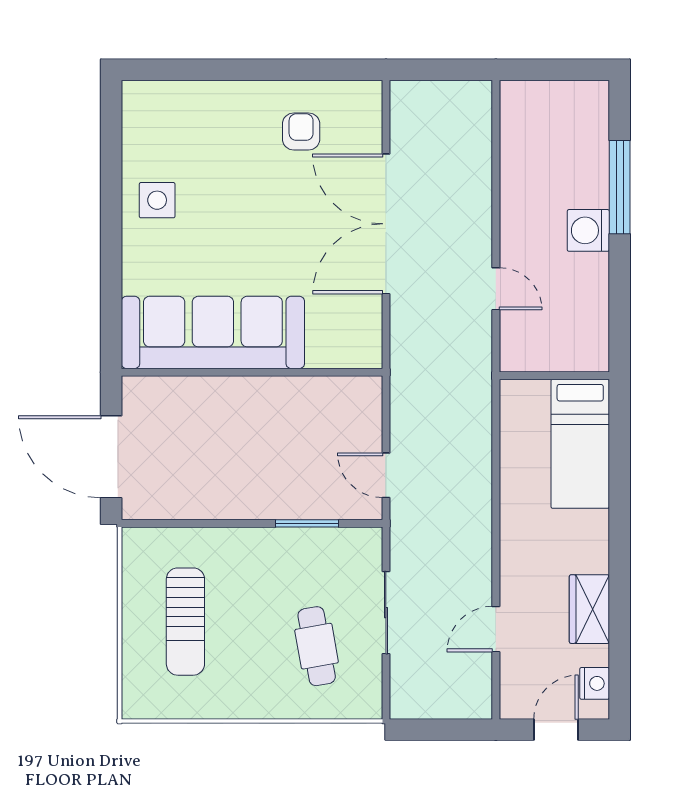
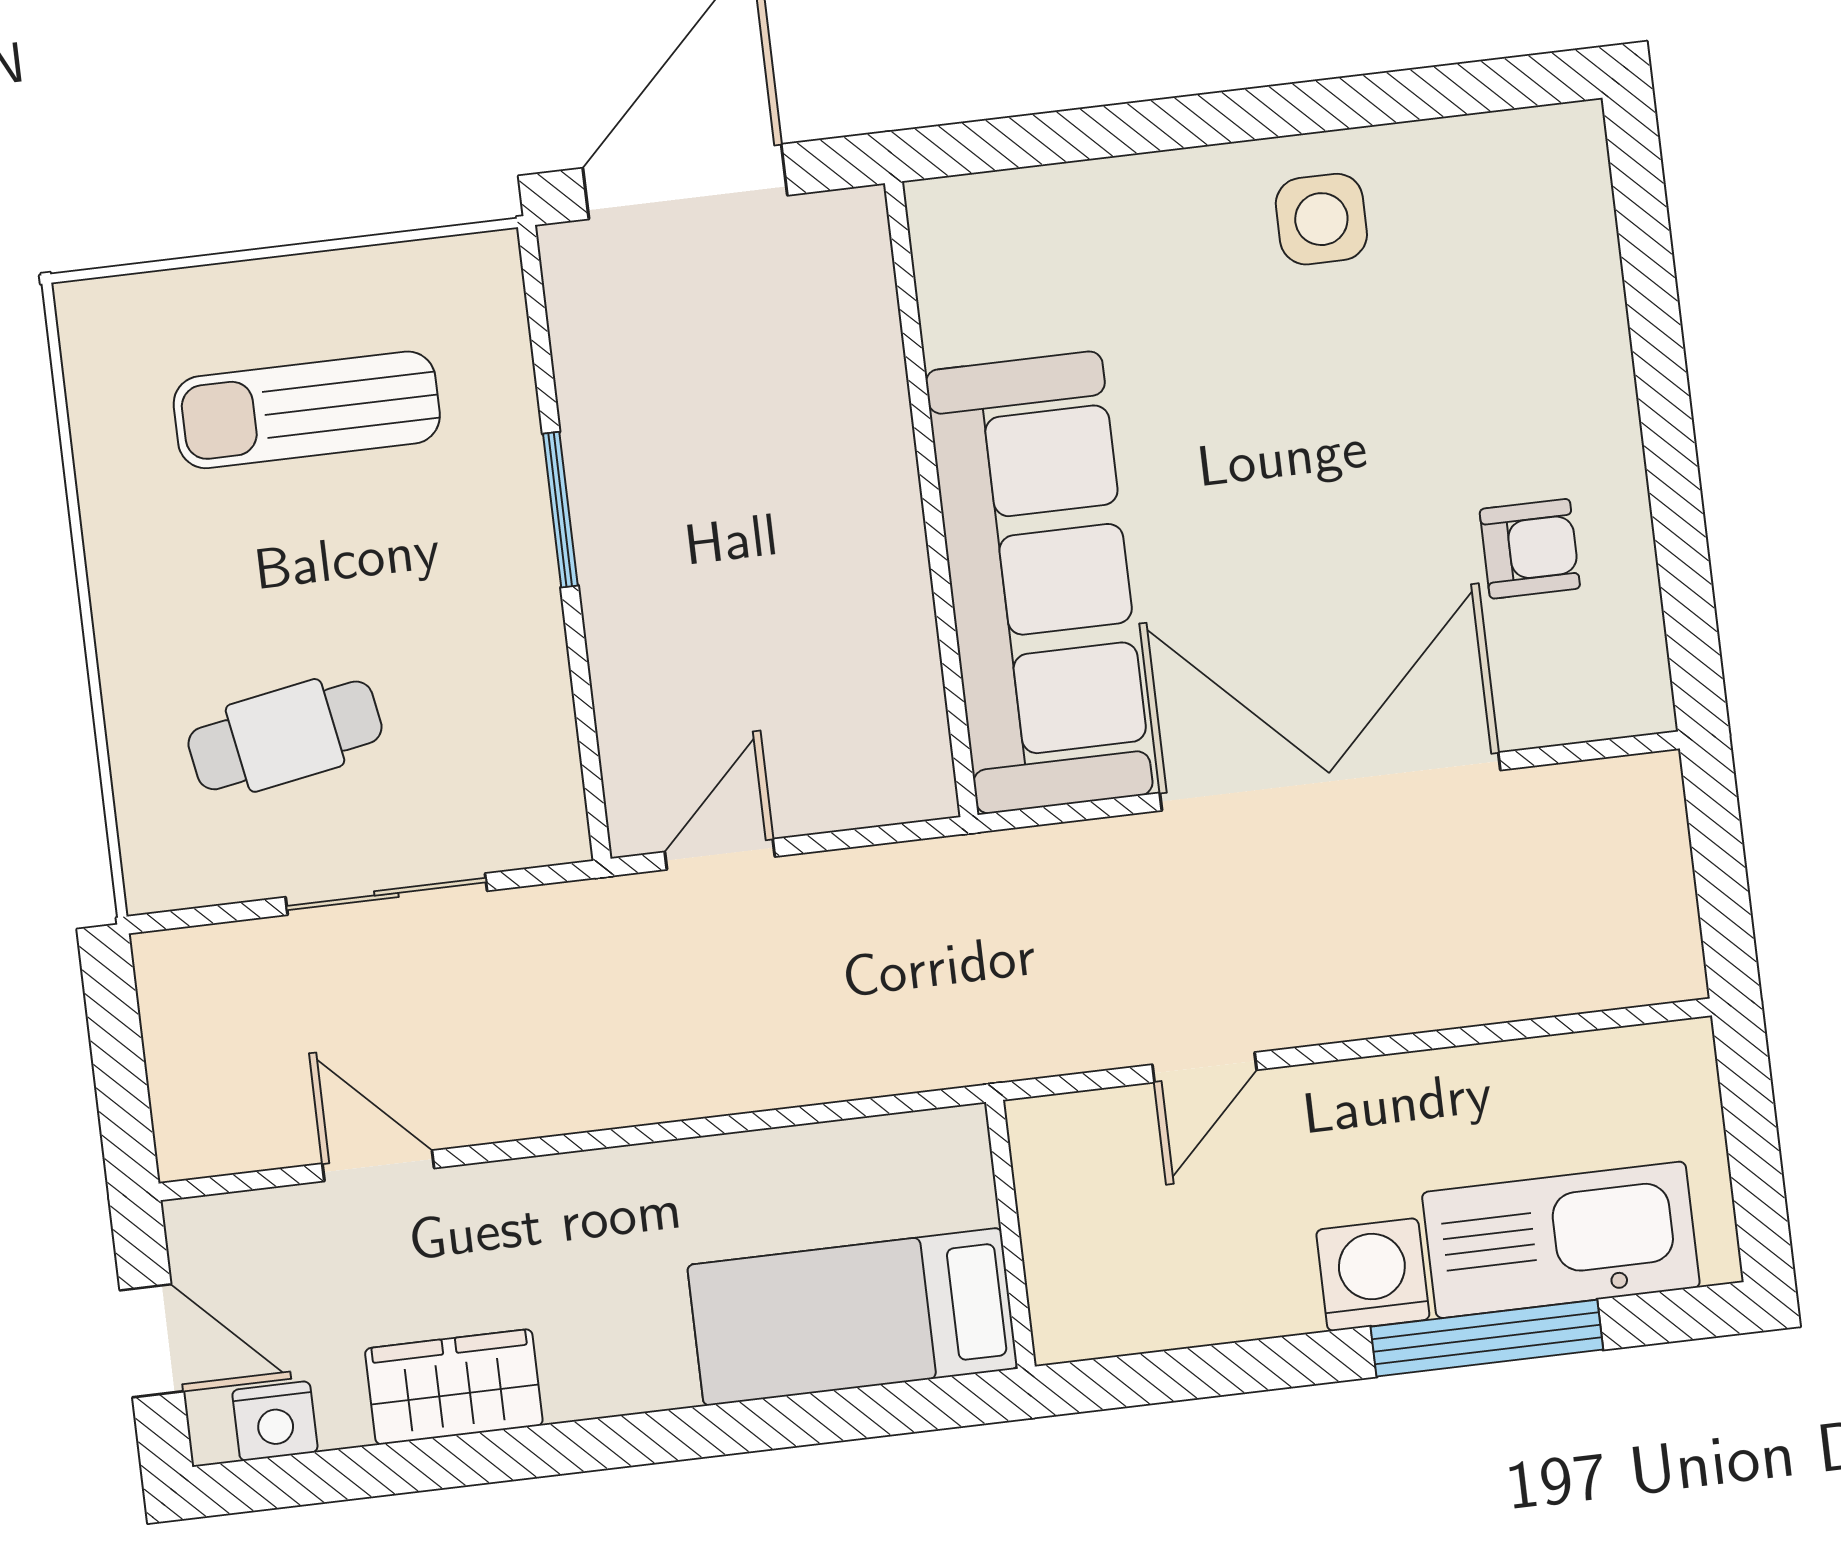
kitchen sink: (583, 152) -> (1561, 1240), added
sofa: (213, 332) -> (1039, 582), moved
window: (307, 523) -> (560, 510), moved

